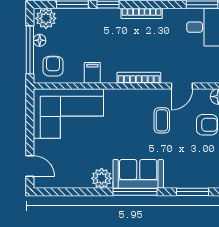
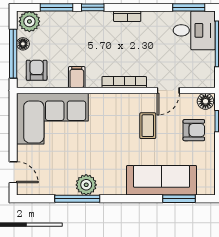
bookcase: (142, 13) -> (127, 16), width x0.64
sofa: (138, 174) -> (162, 180), moved, width x1.36
window: (135, 192) -> (77, 199), moved

